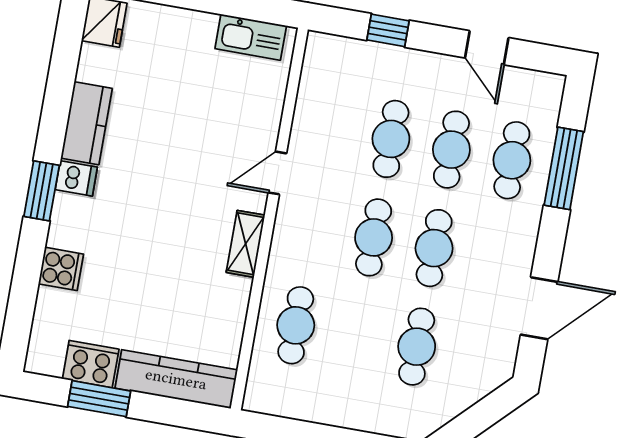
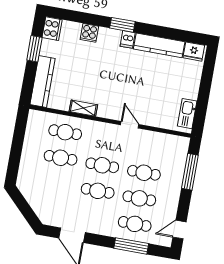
window: (388, 30) -> (190, 172), width x2.17
door: (487, 48) -> (179, 230), moved
kitchen counter: (86, 123) -> (159, 45), width x1.50
shelving: (246, 244) -> (83, 108), moved
cafe table: (417, 347) -> (61, 158), moved
cooker: (91, 364) -> (52, 29), moved

